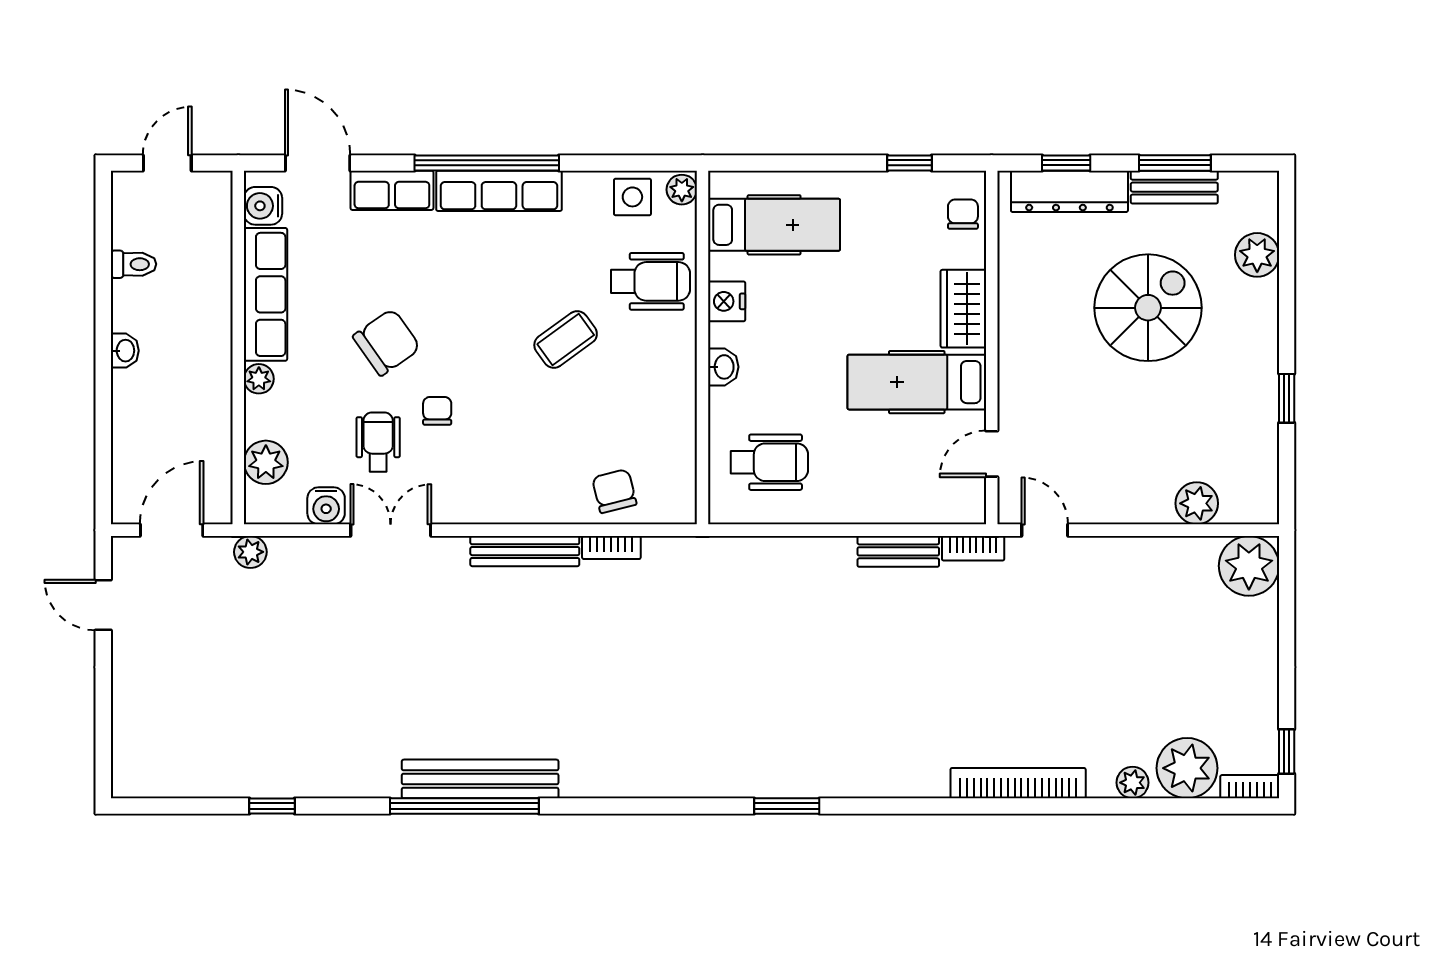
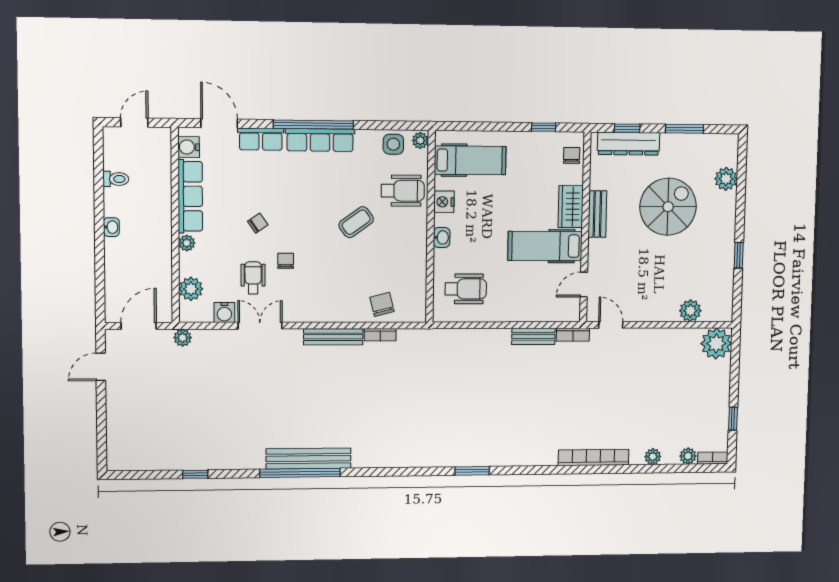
bench: (1174, 187) -> (597, 214), moved, turned 90
chair: (387, 342) -> (258, 223), width x0.54, depth x0.54
door: (103, 605) -> (101, 367), hinge flipped
window: (1287, 751) -> (733, 419), moved
plant: (1187, 768) -> (688, 456), width x0.53, depth x0.53

